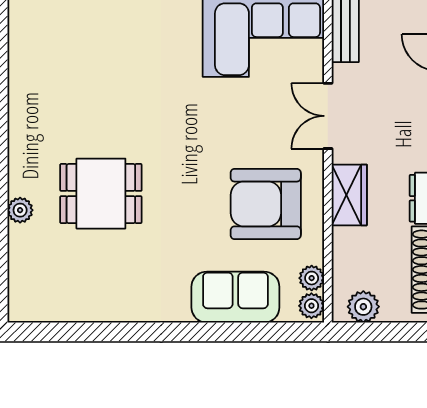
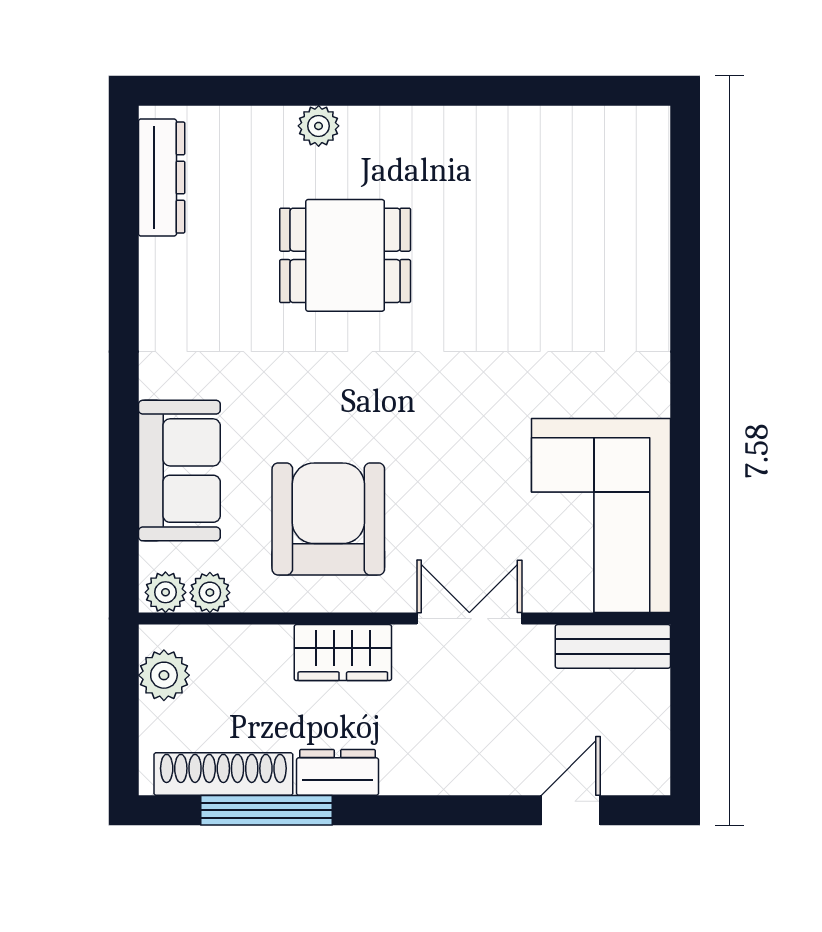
dining table: (101, 194) -> (345, 255), turned 90
dresser: (52, 308) -> (162, 178), added

